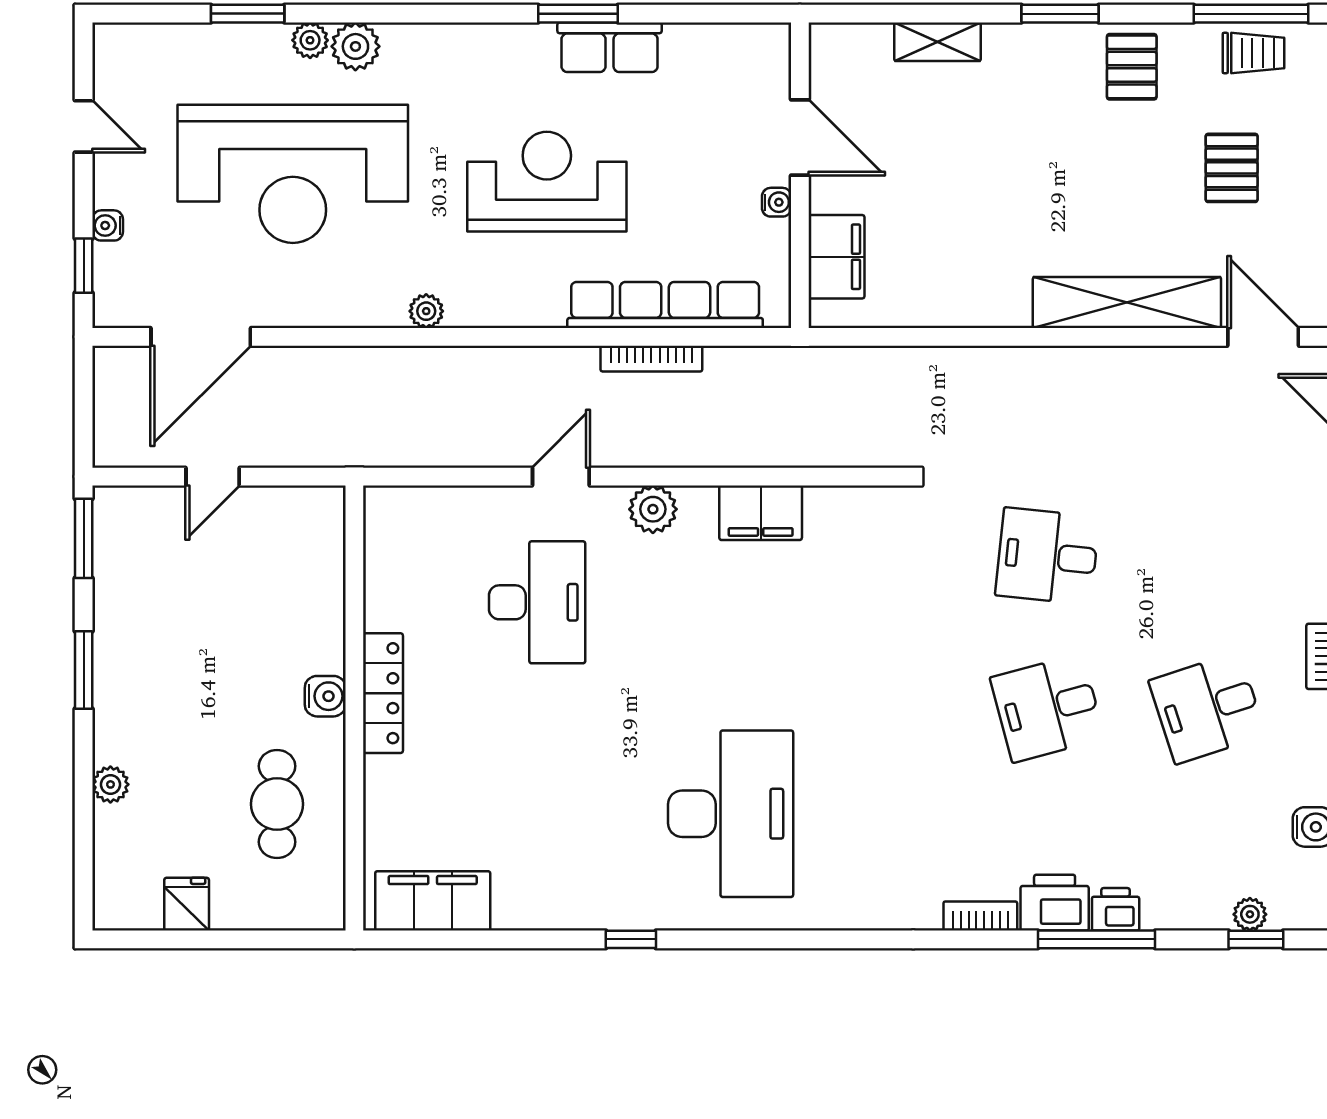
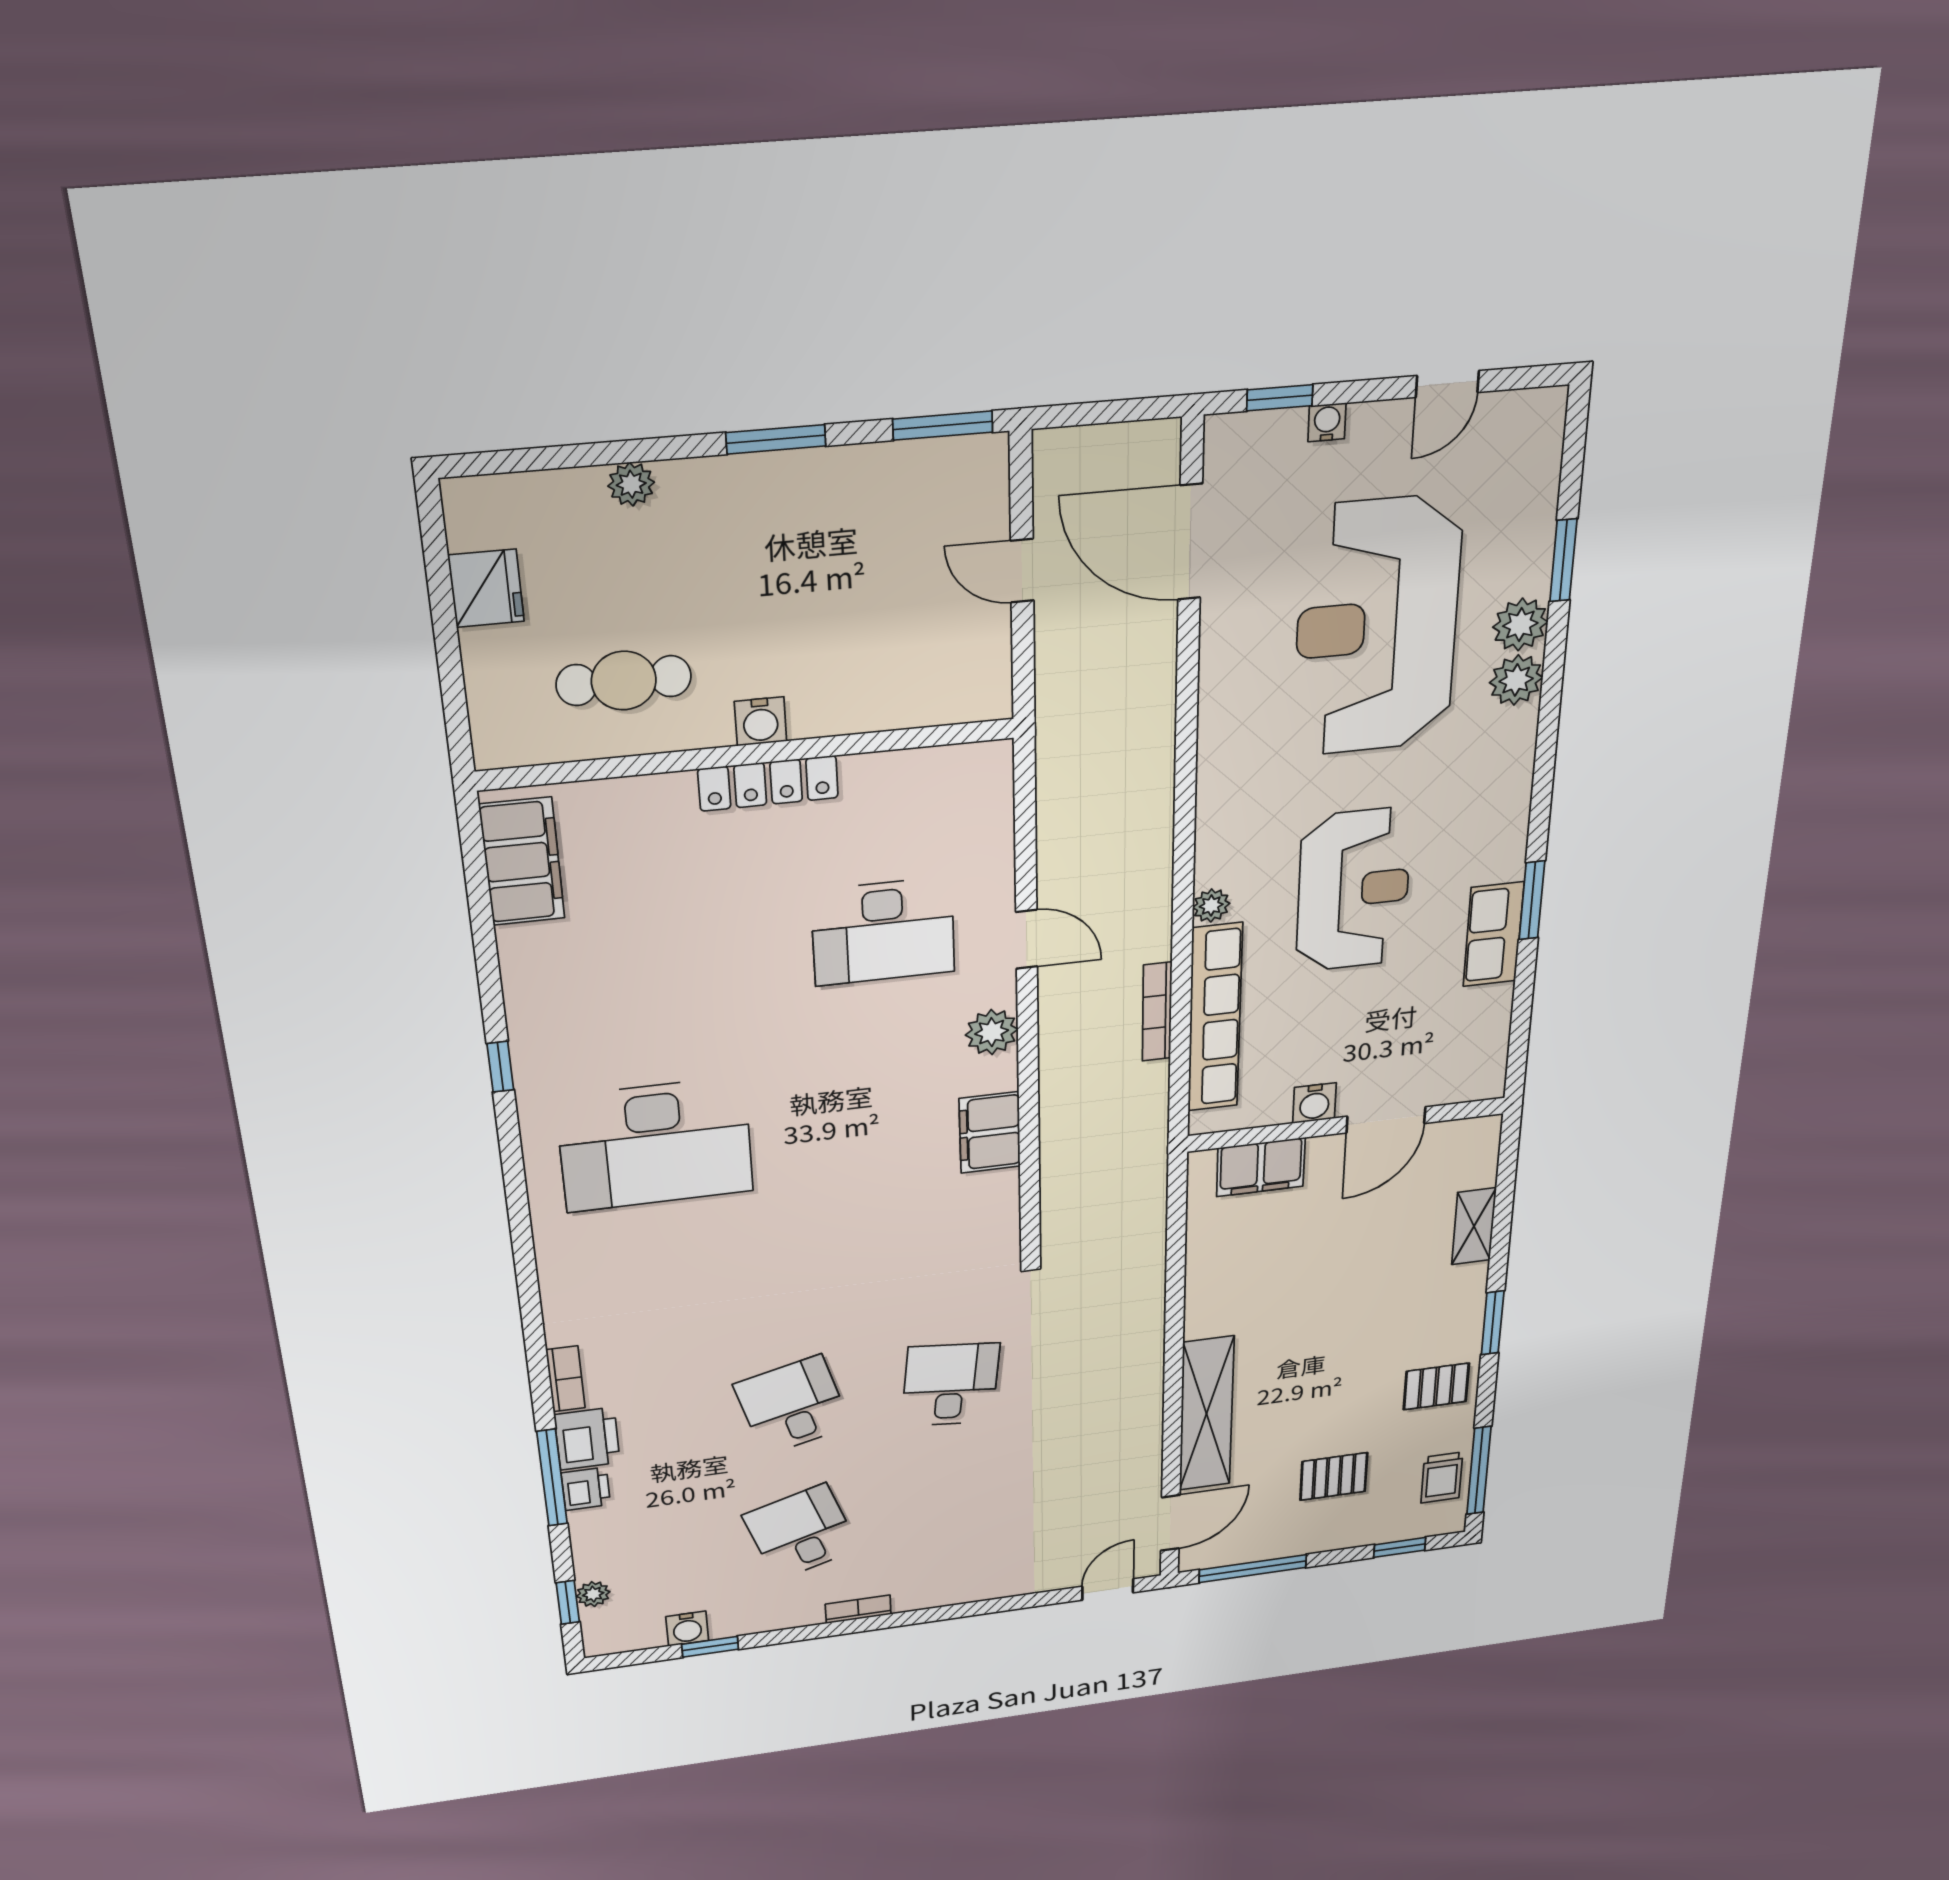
plant: (310, 40) -> (1520, 625), width x1.38, depth x1.38
water cooler: (777, 202) -> (1314, 1103), width x1.38, depth x1.38
plant: (426, 311) -> (1211, 905), moved
fridge: (187, 904) -> (486, 588), width x1.38

